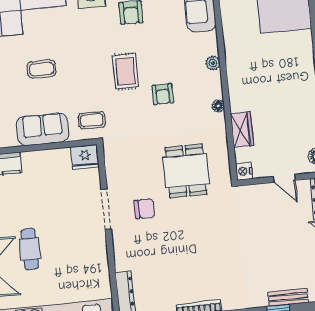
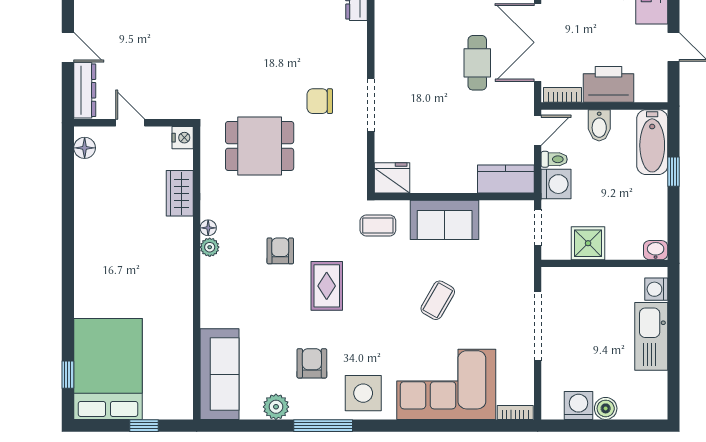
plant: (213, 63) -> (210, 247), moved
coffee table: (42, 69) -> (438, 300), turned -60
dining table: (186, 171) -> (260, 146), turned 90

